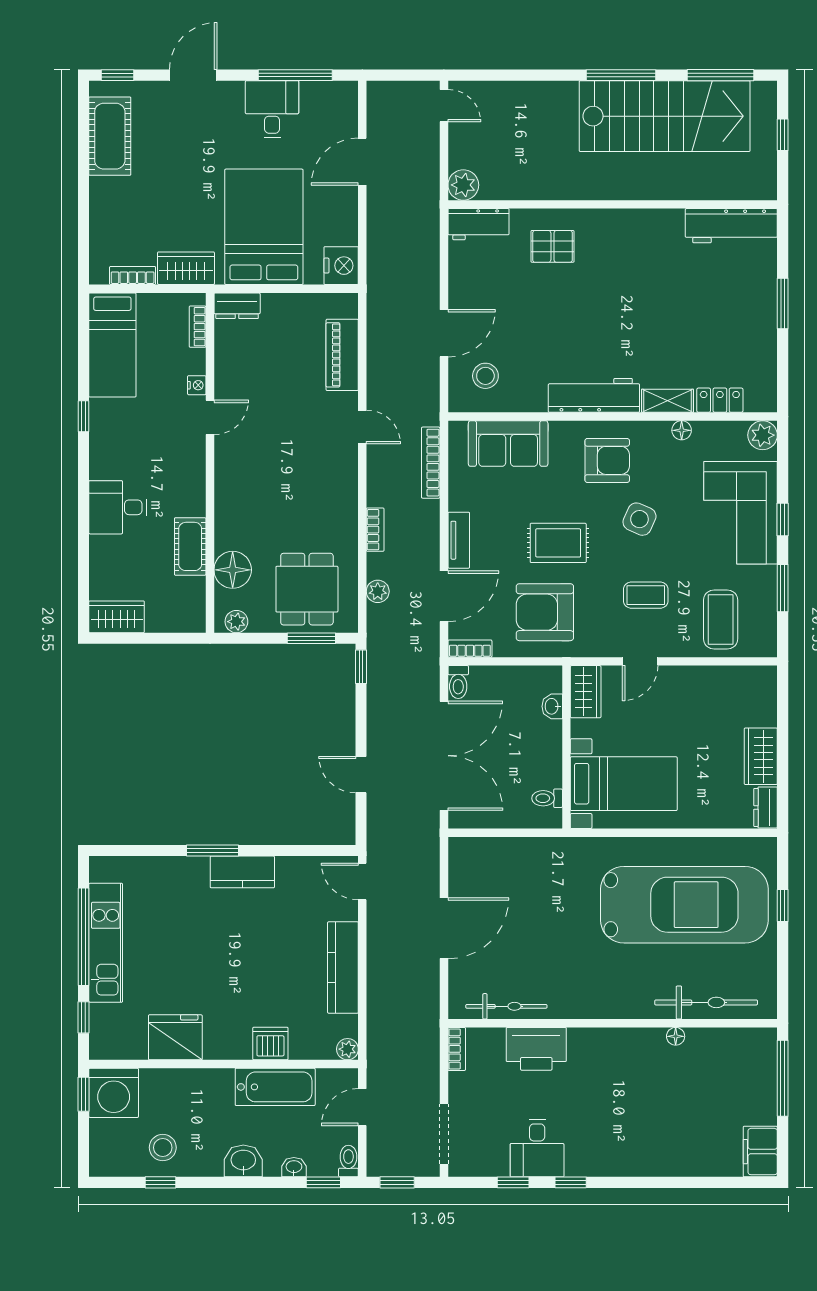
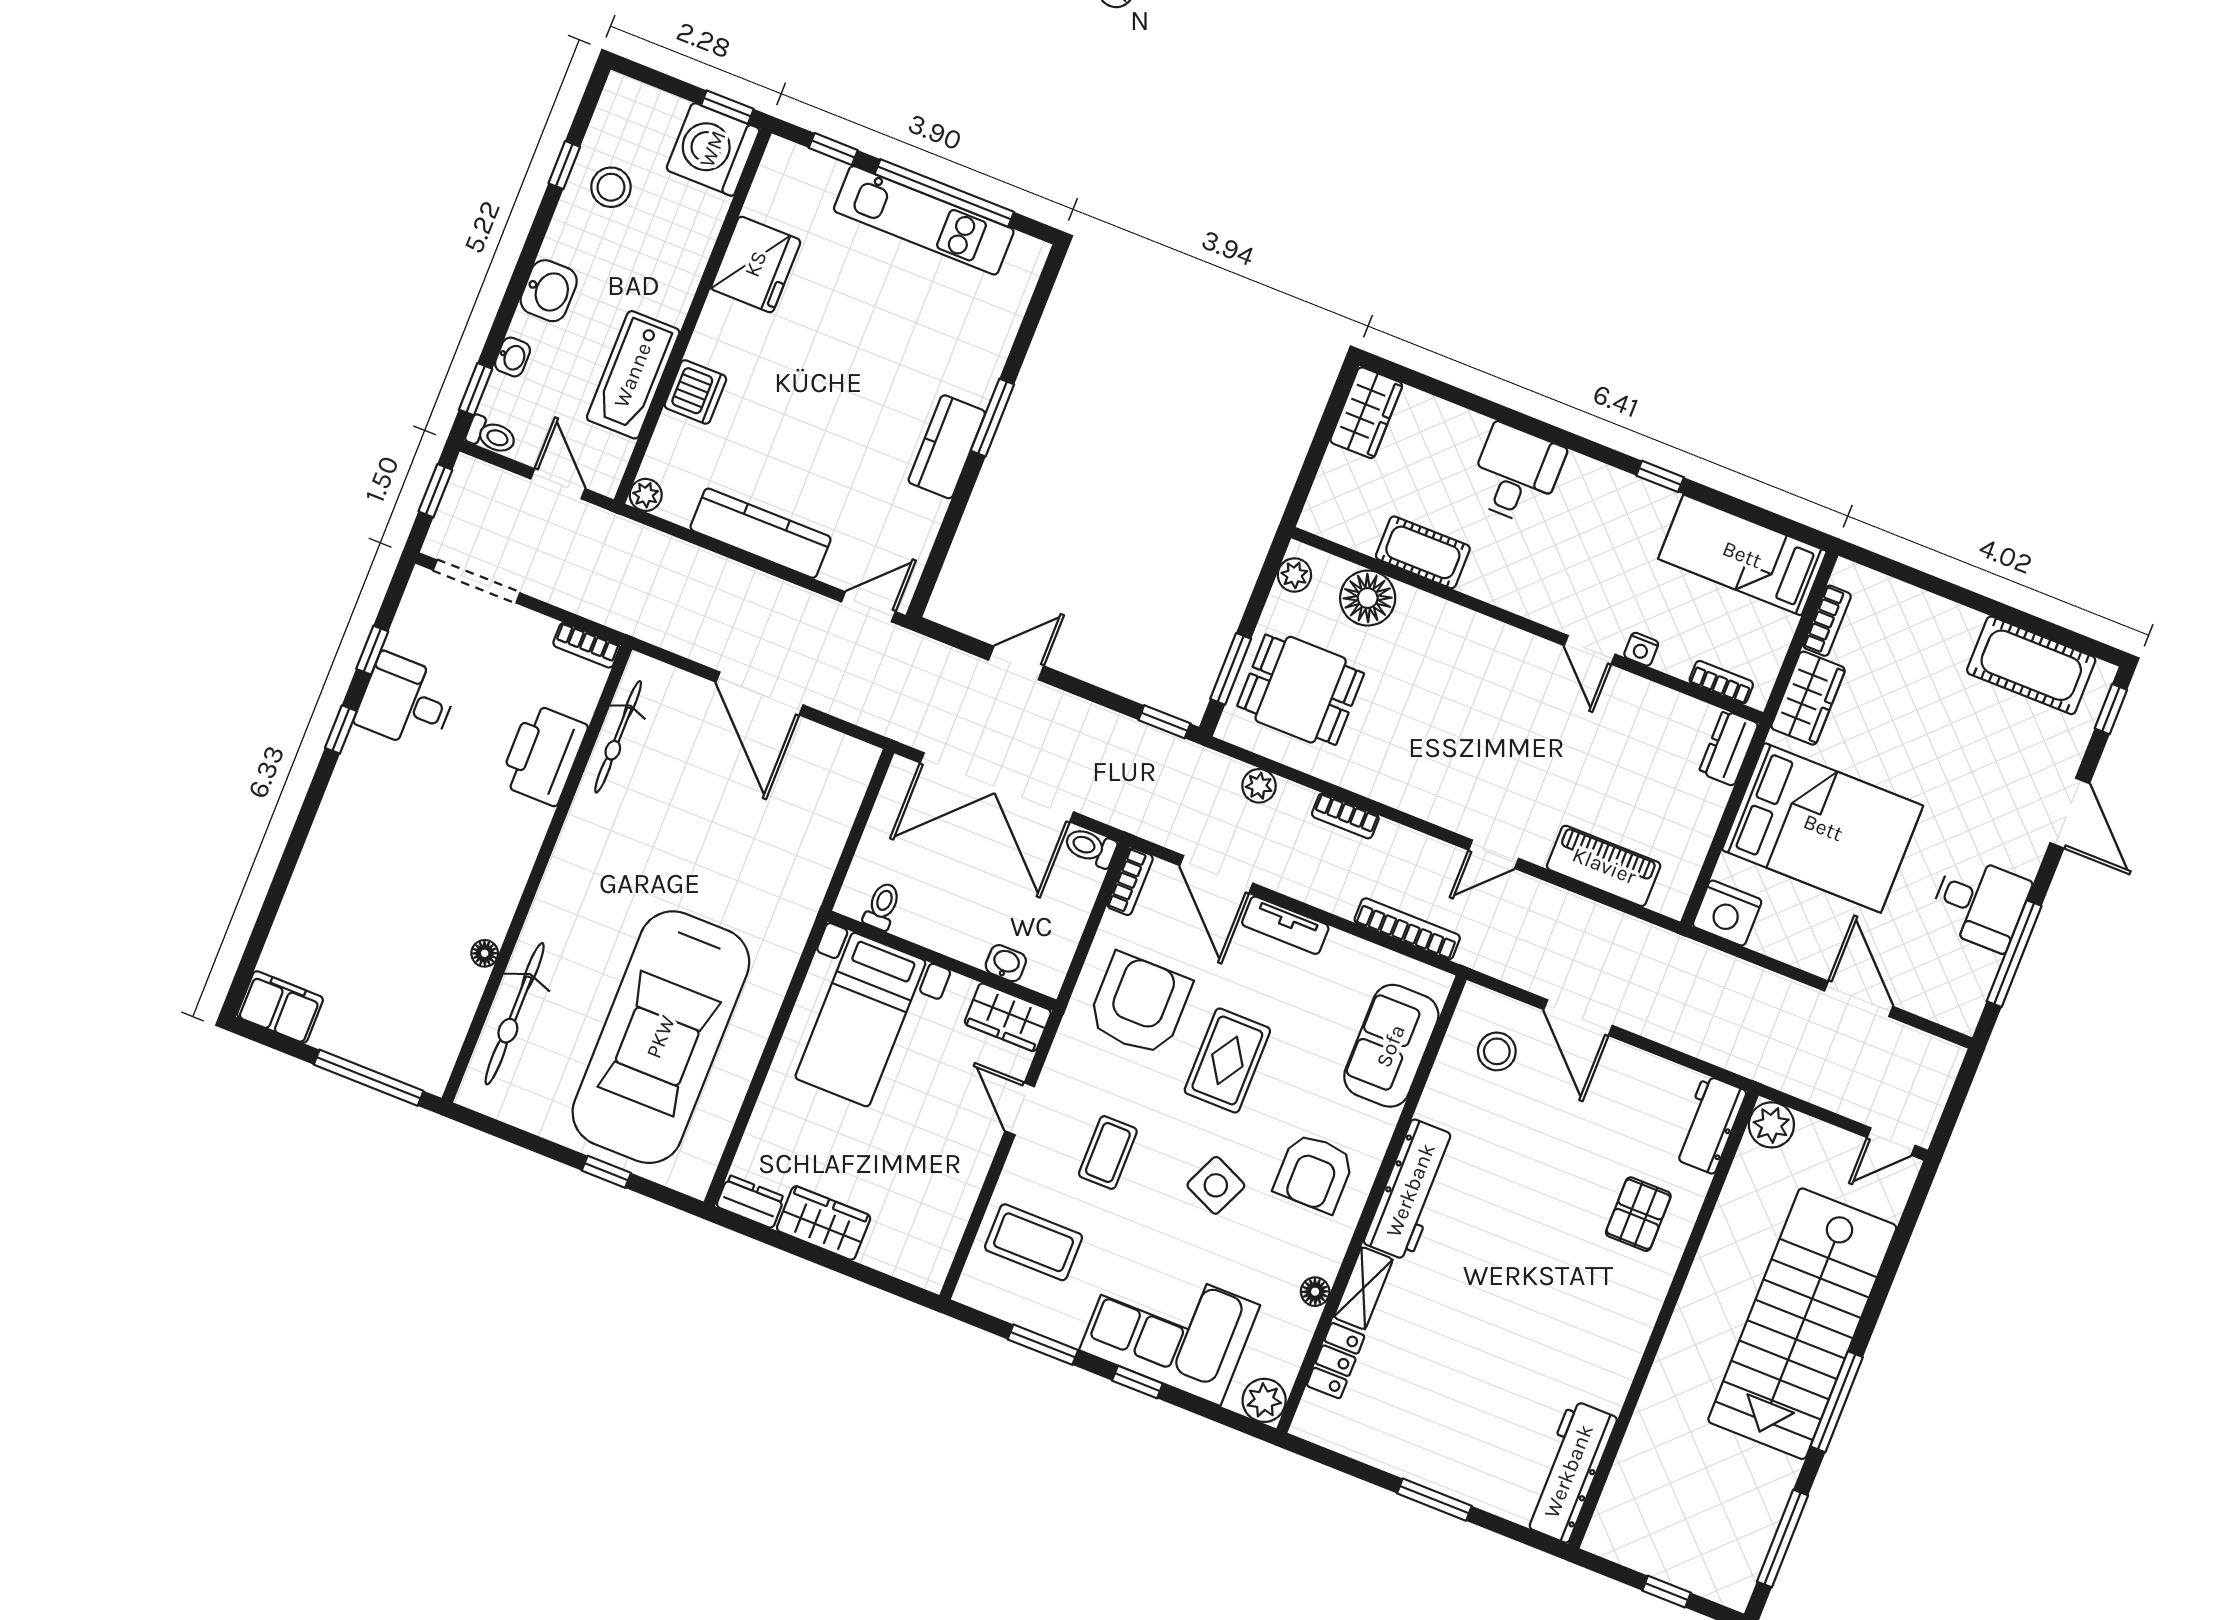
stairs: (665, 116) -> (1802, 1324), moved

